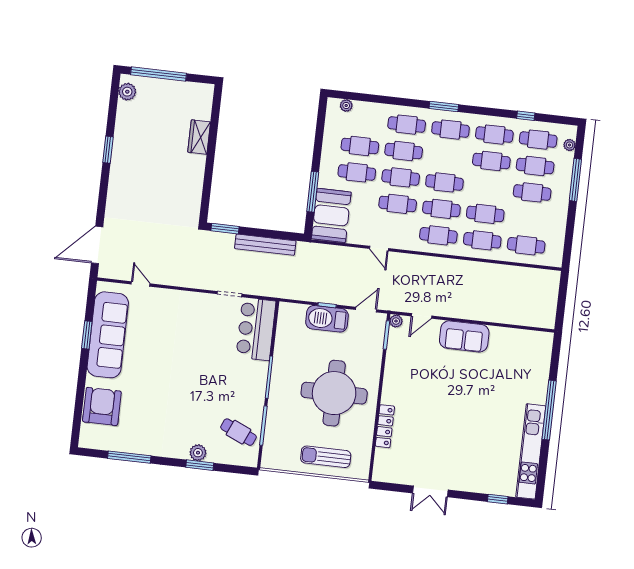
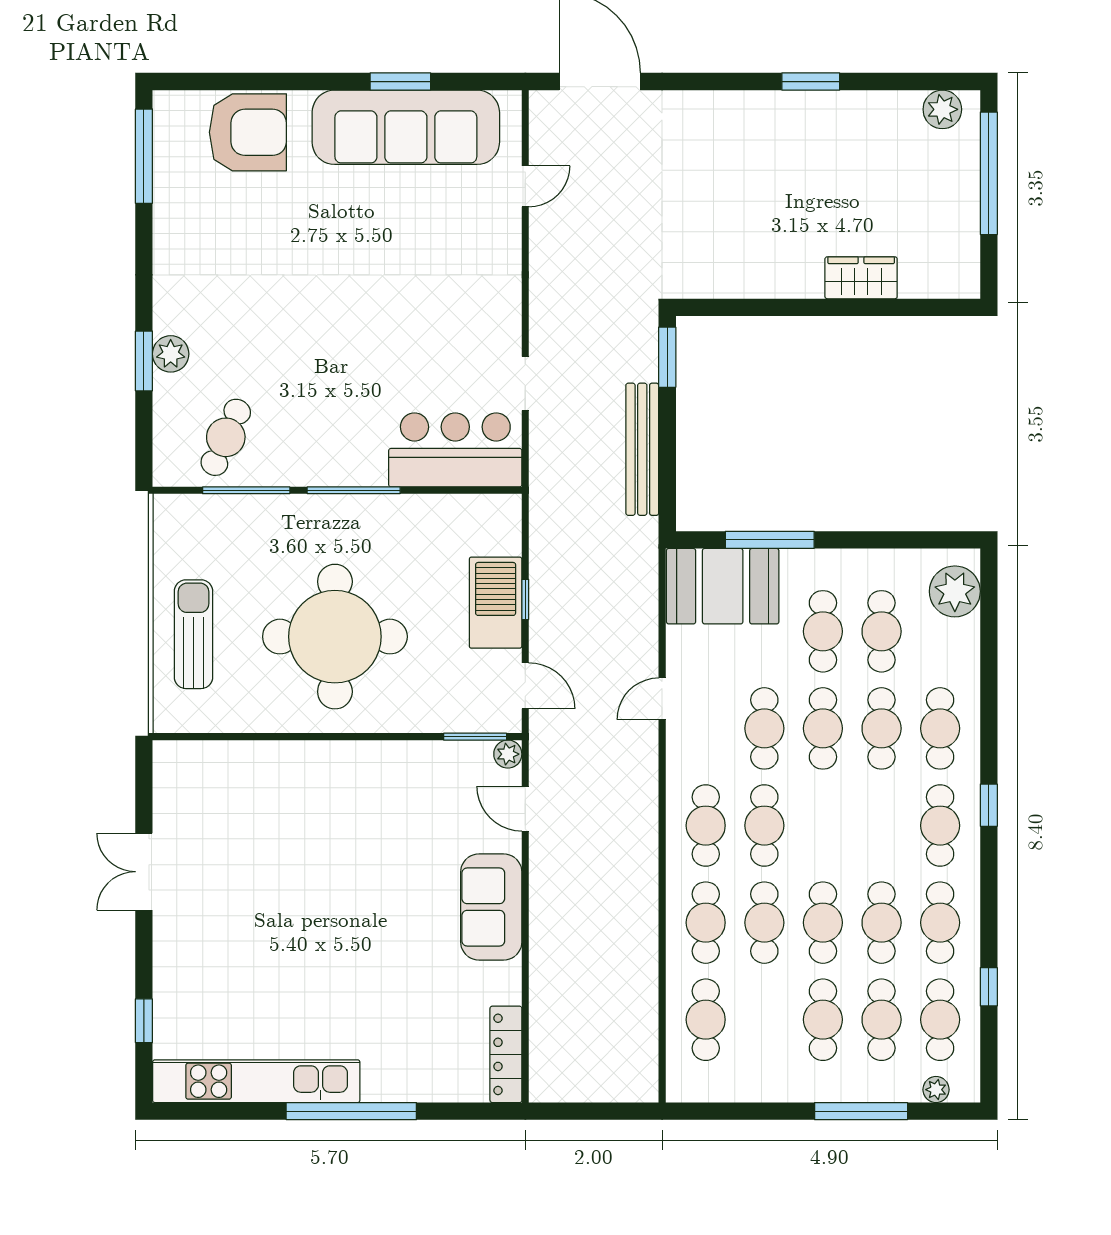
plant: (346, 105) -> (955, 591), width x1.88, depth x1.88
window: (444, 106) -> (989, 805), width x0.67
cafe table: (444, 182) -> (823, 923), moved
locker: (385, 426) -> (506, 1054), moved, turned 90
window: (129, 457) -> (144, 156), moved

